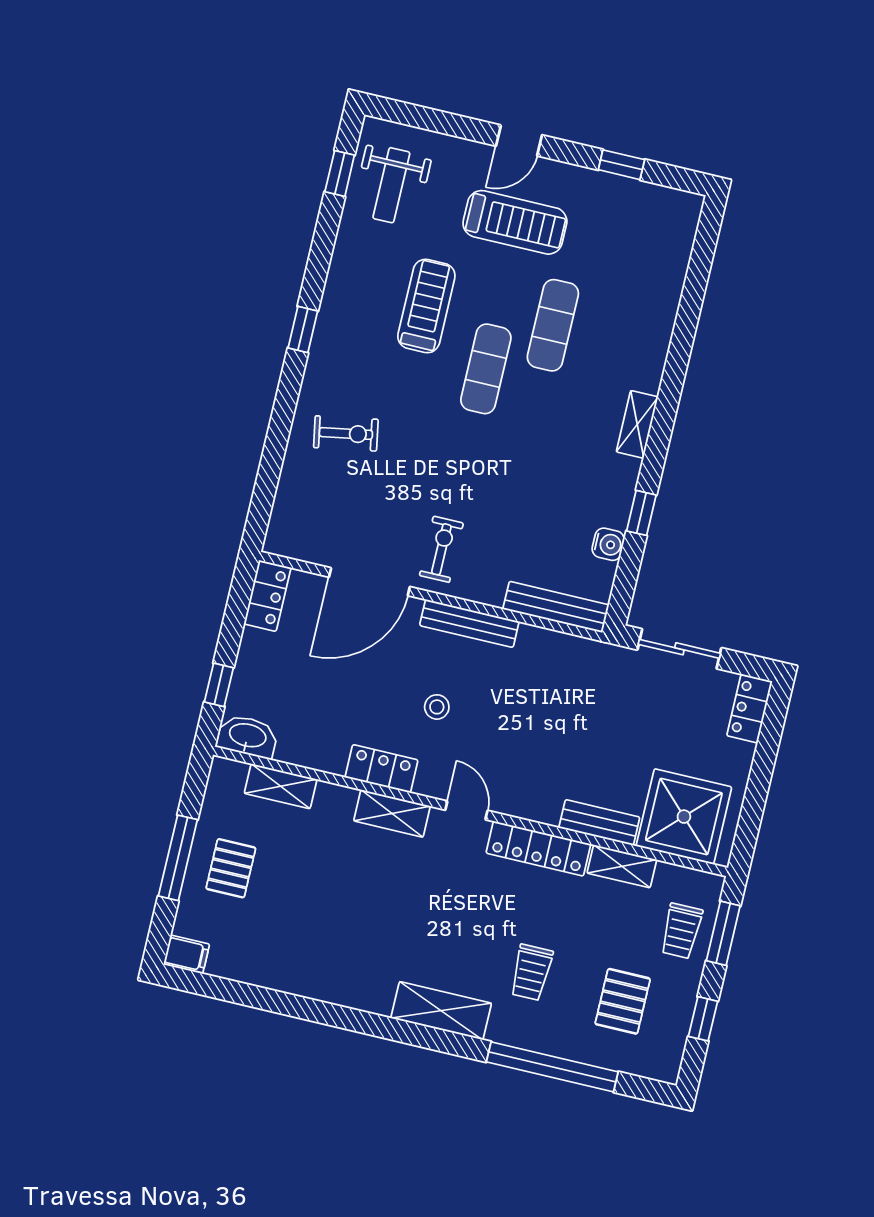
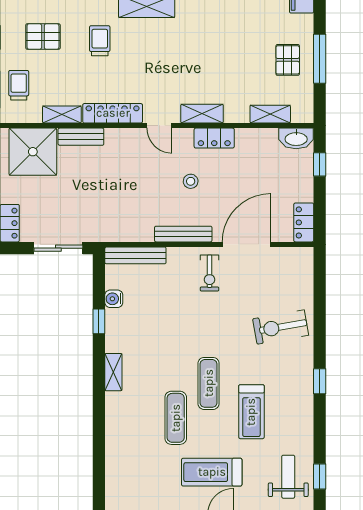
exercise bike: (346, 433) -> (281, 327), width x1.38, depth x1.39
pallet: (623, 1001) -> (43, 36), turned 90

